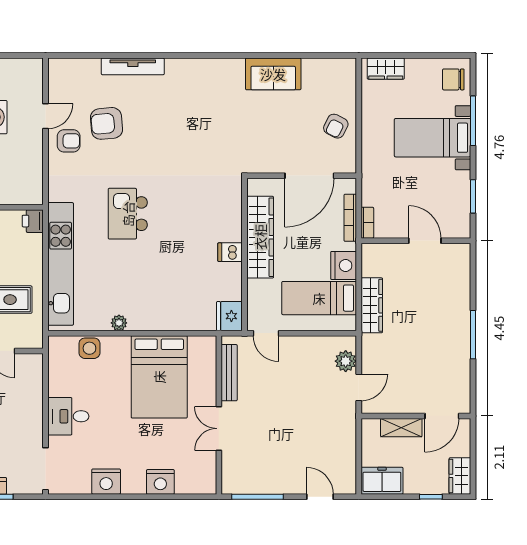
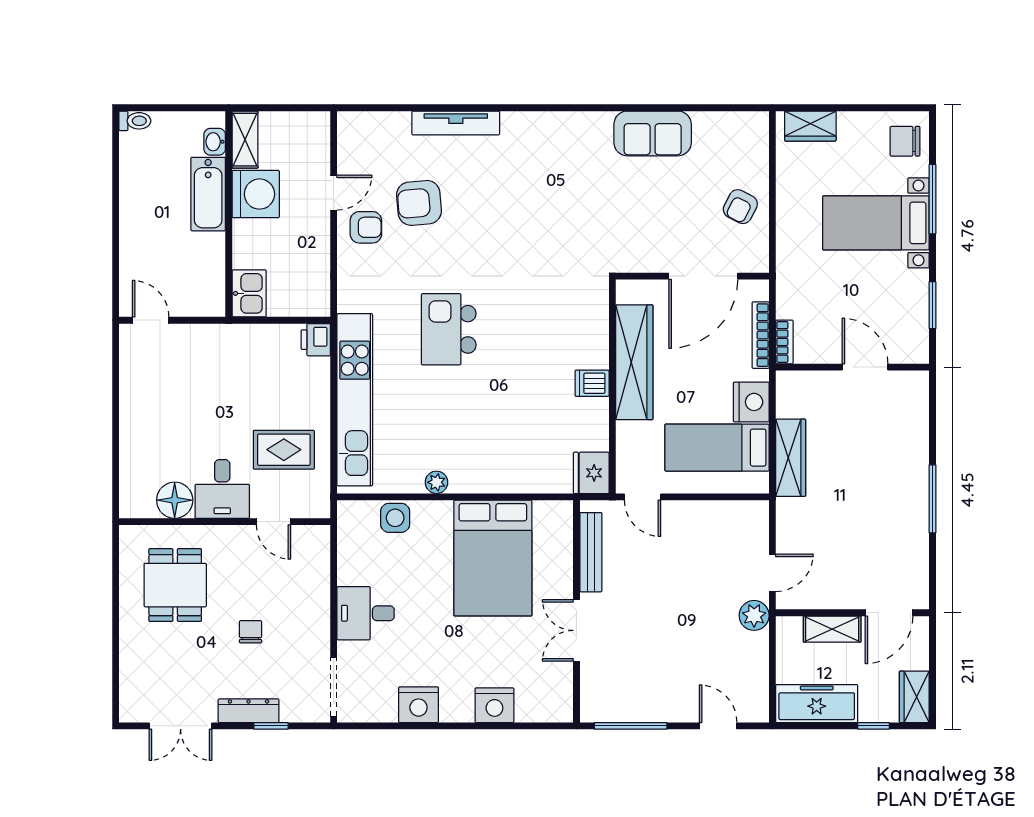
plant: (346, 361) -> (754, 615), moved
freezer: (382, 481) -> (817, 704), width x1.40

